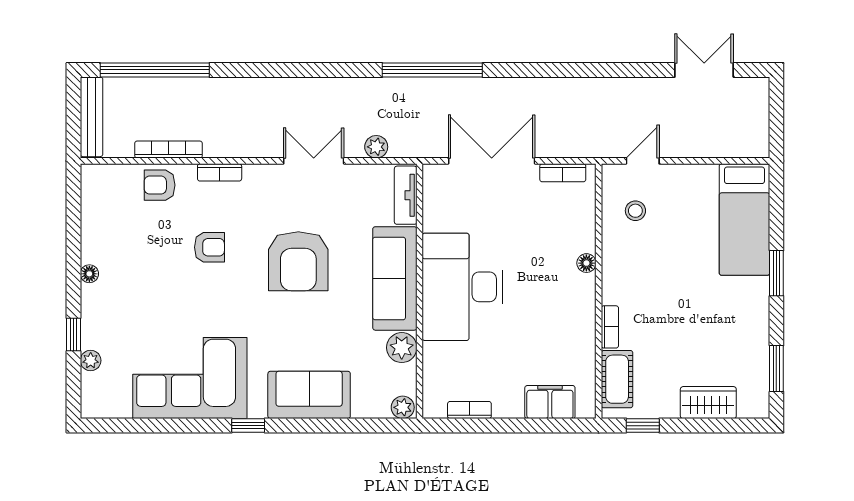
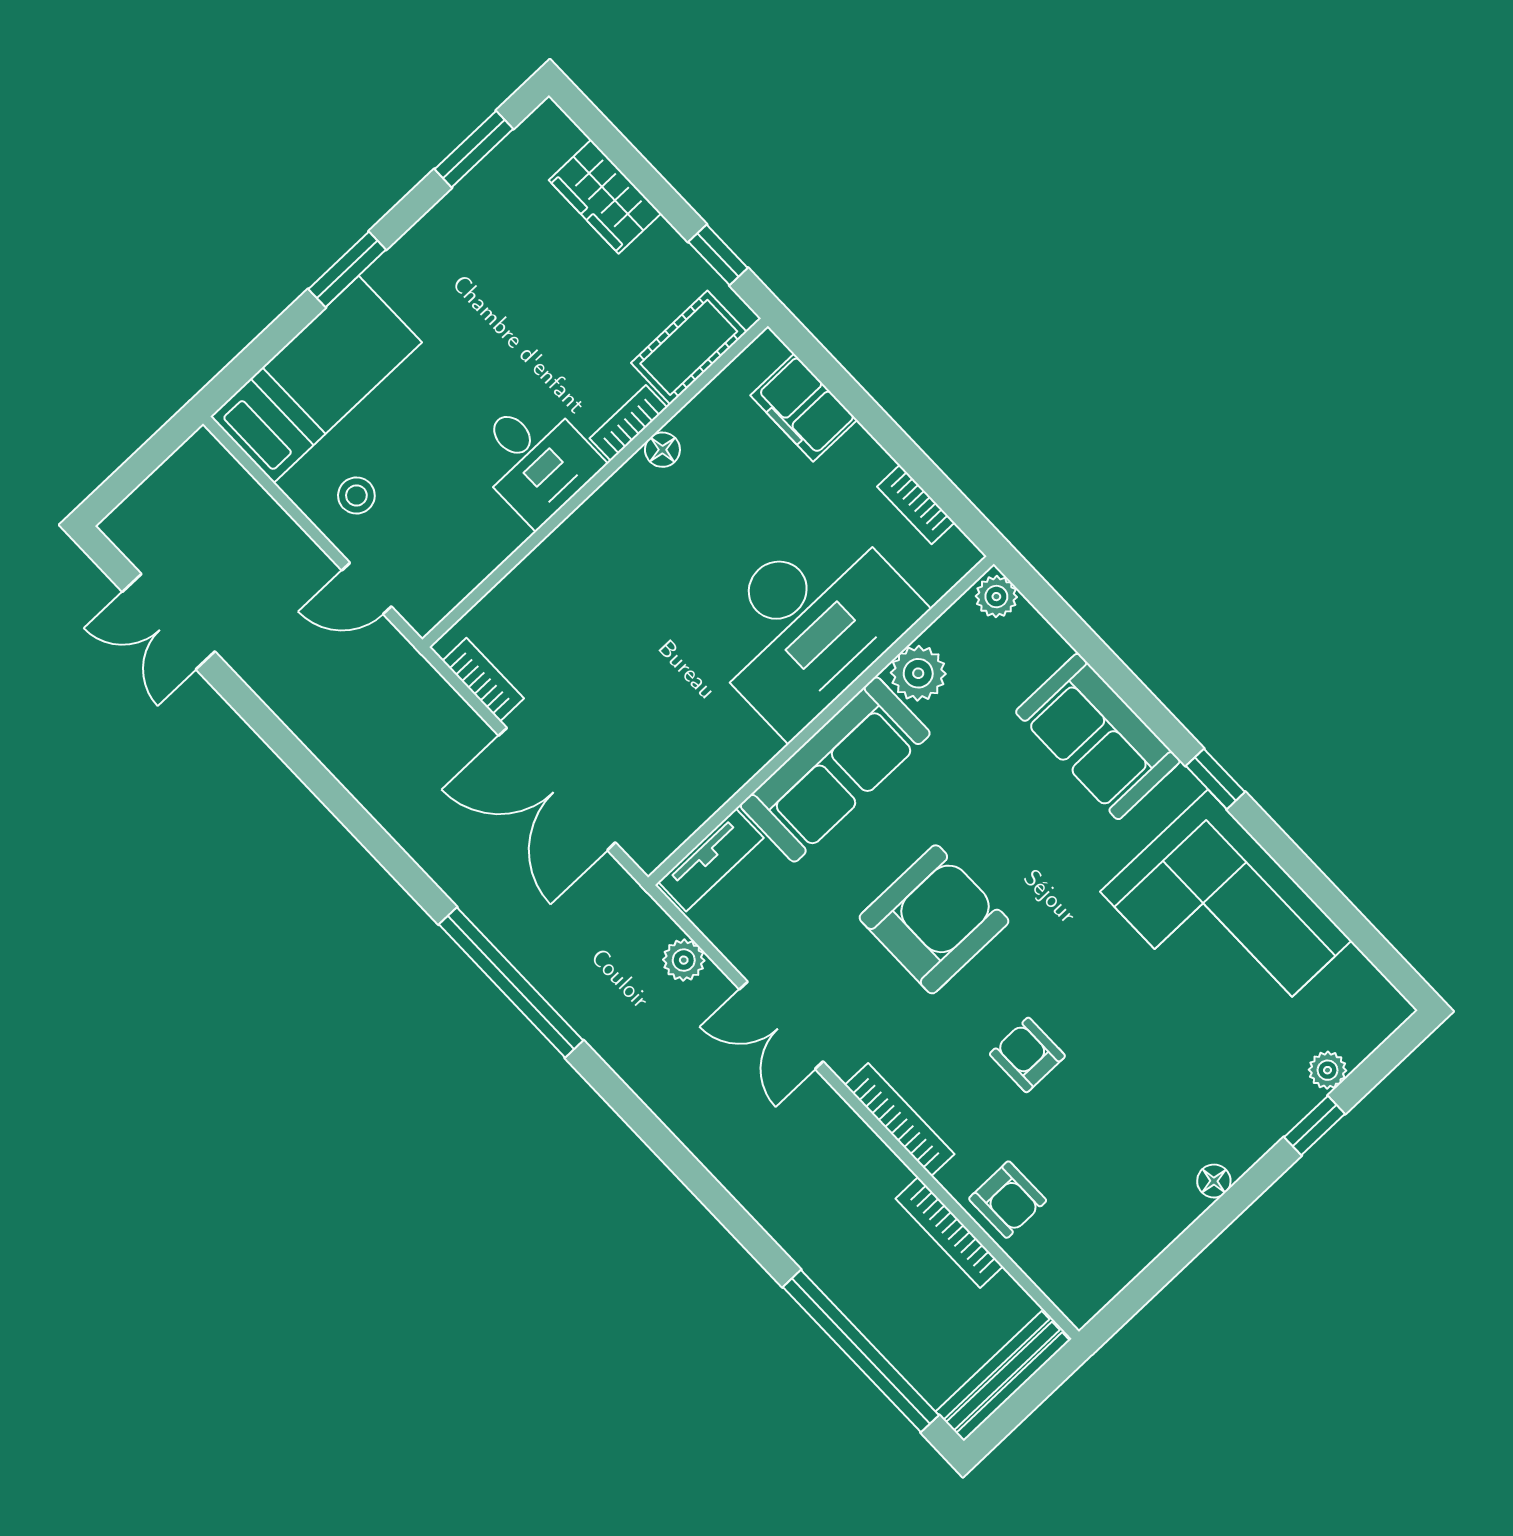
bookcase: (220, 172) -> (900, 1119), width x1.56
stool: (635, 211) -> (356, 495), moved
floor lamp: (586, 263) -> (662, 450), moved
desk: (631, 276) -> (535, 459), added
desk: (463, 287) -> (809, 623), moved

